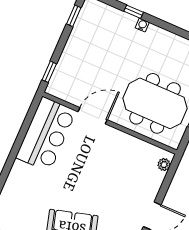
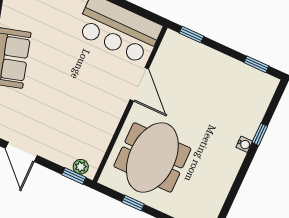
window: (172, 170) -> (74, 176), added

